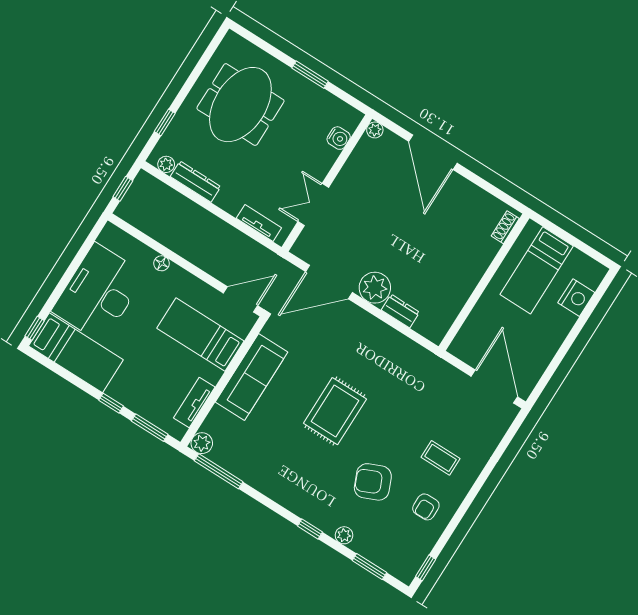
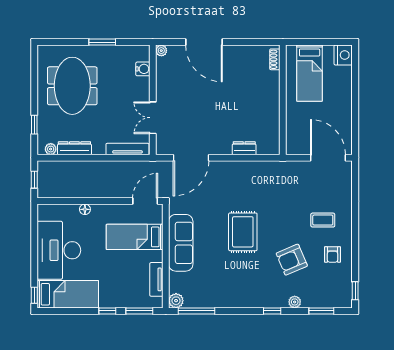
tv unit: (259, 223) -> (127, 149), width x1.41
plant: (375, 288) -> (220, 144), removed
nightstand: (576, 298) -> (343, 55), moved

